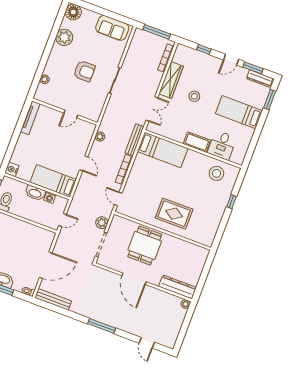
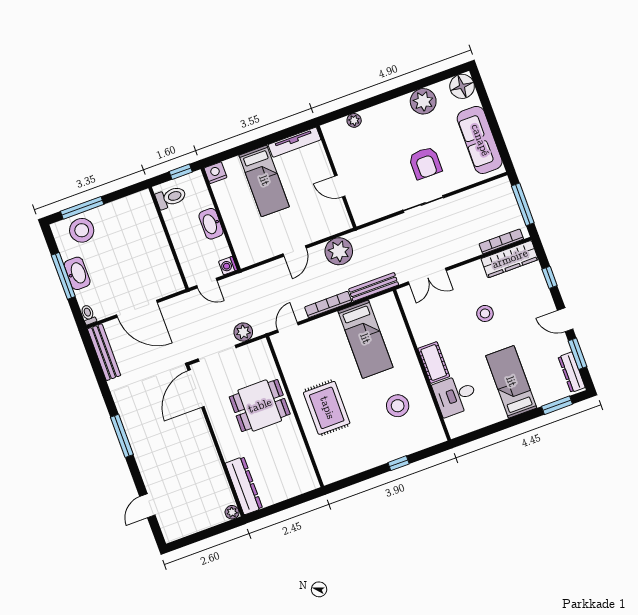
sofa: (112, 28) -> (480, 140), width x1.36
armchair: (84, 71) -> (425, 163), moved
wardrobe: (171, 80) -> (510, 259), moved
plant: (100, 137) -> (339, 251), width x1.87, depth x1.87
bed: (163, 150) -> (365, 339), moved
stool: (216, 173) -> (398, 406), moved
bed: (53, 181) -> (264, 181), moved, turned 180
washing machine: (50, 197) -> (228, 266), moved
door: (134, 279) -> (196, 389), moved

